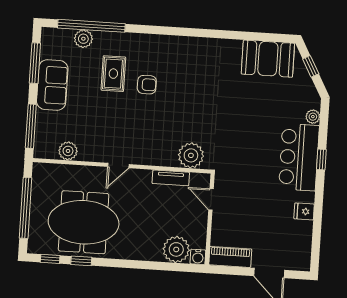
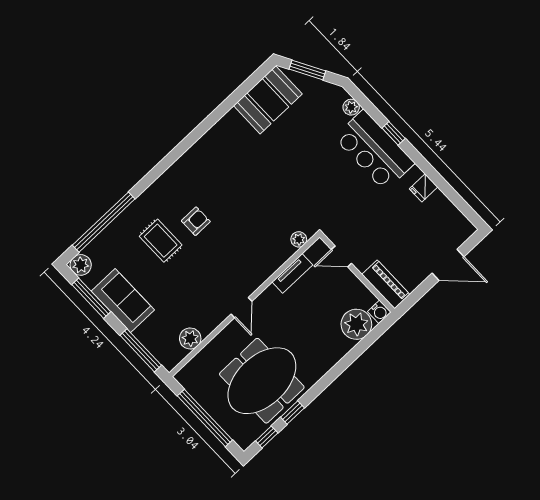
plant: (83, 39) -> (81, 265), moved
window: (311, 66) -> (307, 70), width x1.50
plant: (191, 155) -> (299, 239), width x0.53, depth x0.53
piano: (230, 257) -> (386, 284), moved, turned 90

